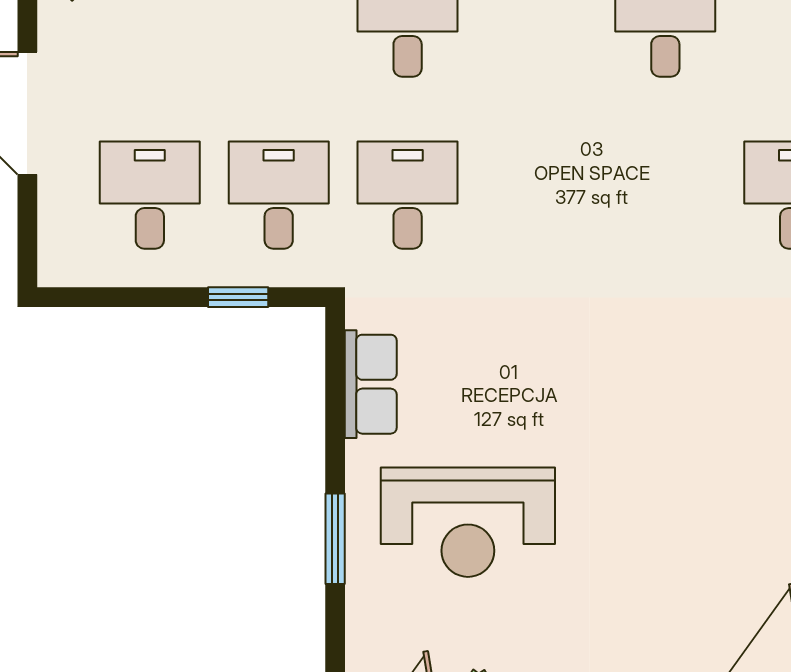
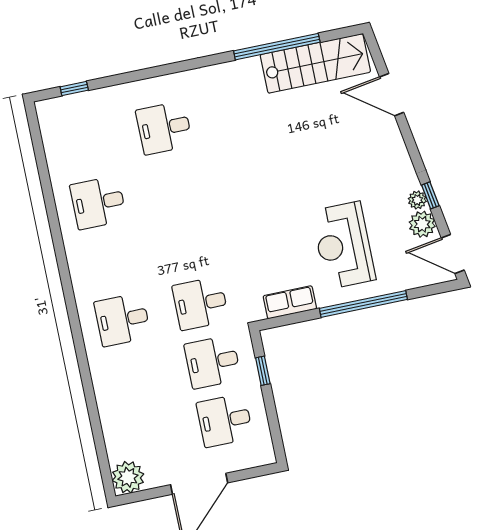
reception desk: (468, 522) -> (343, 245), turned 180
window: (335, 539) -> (363, 304), width x2.11

